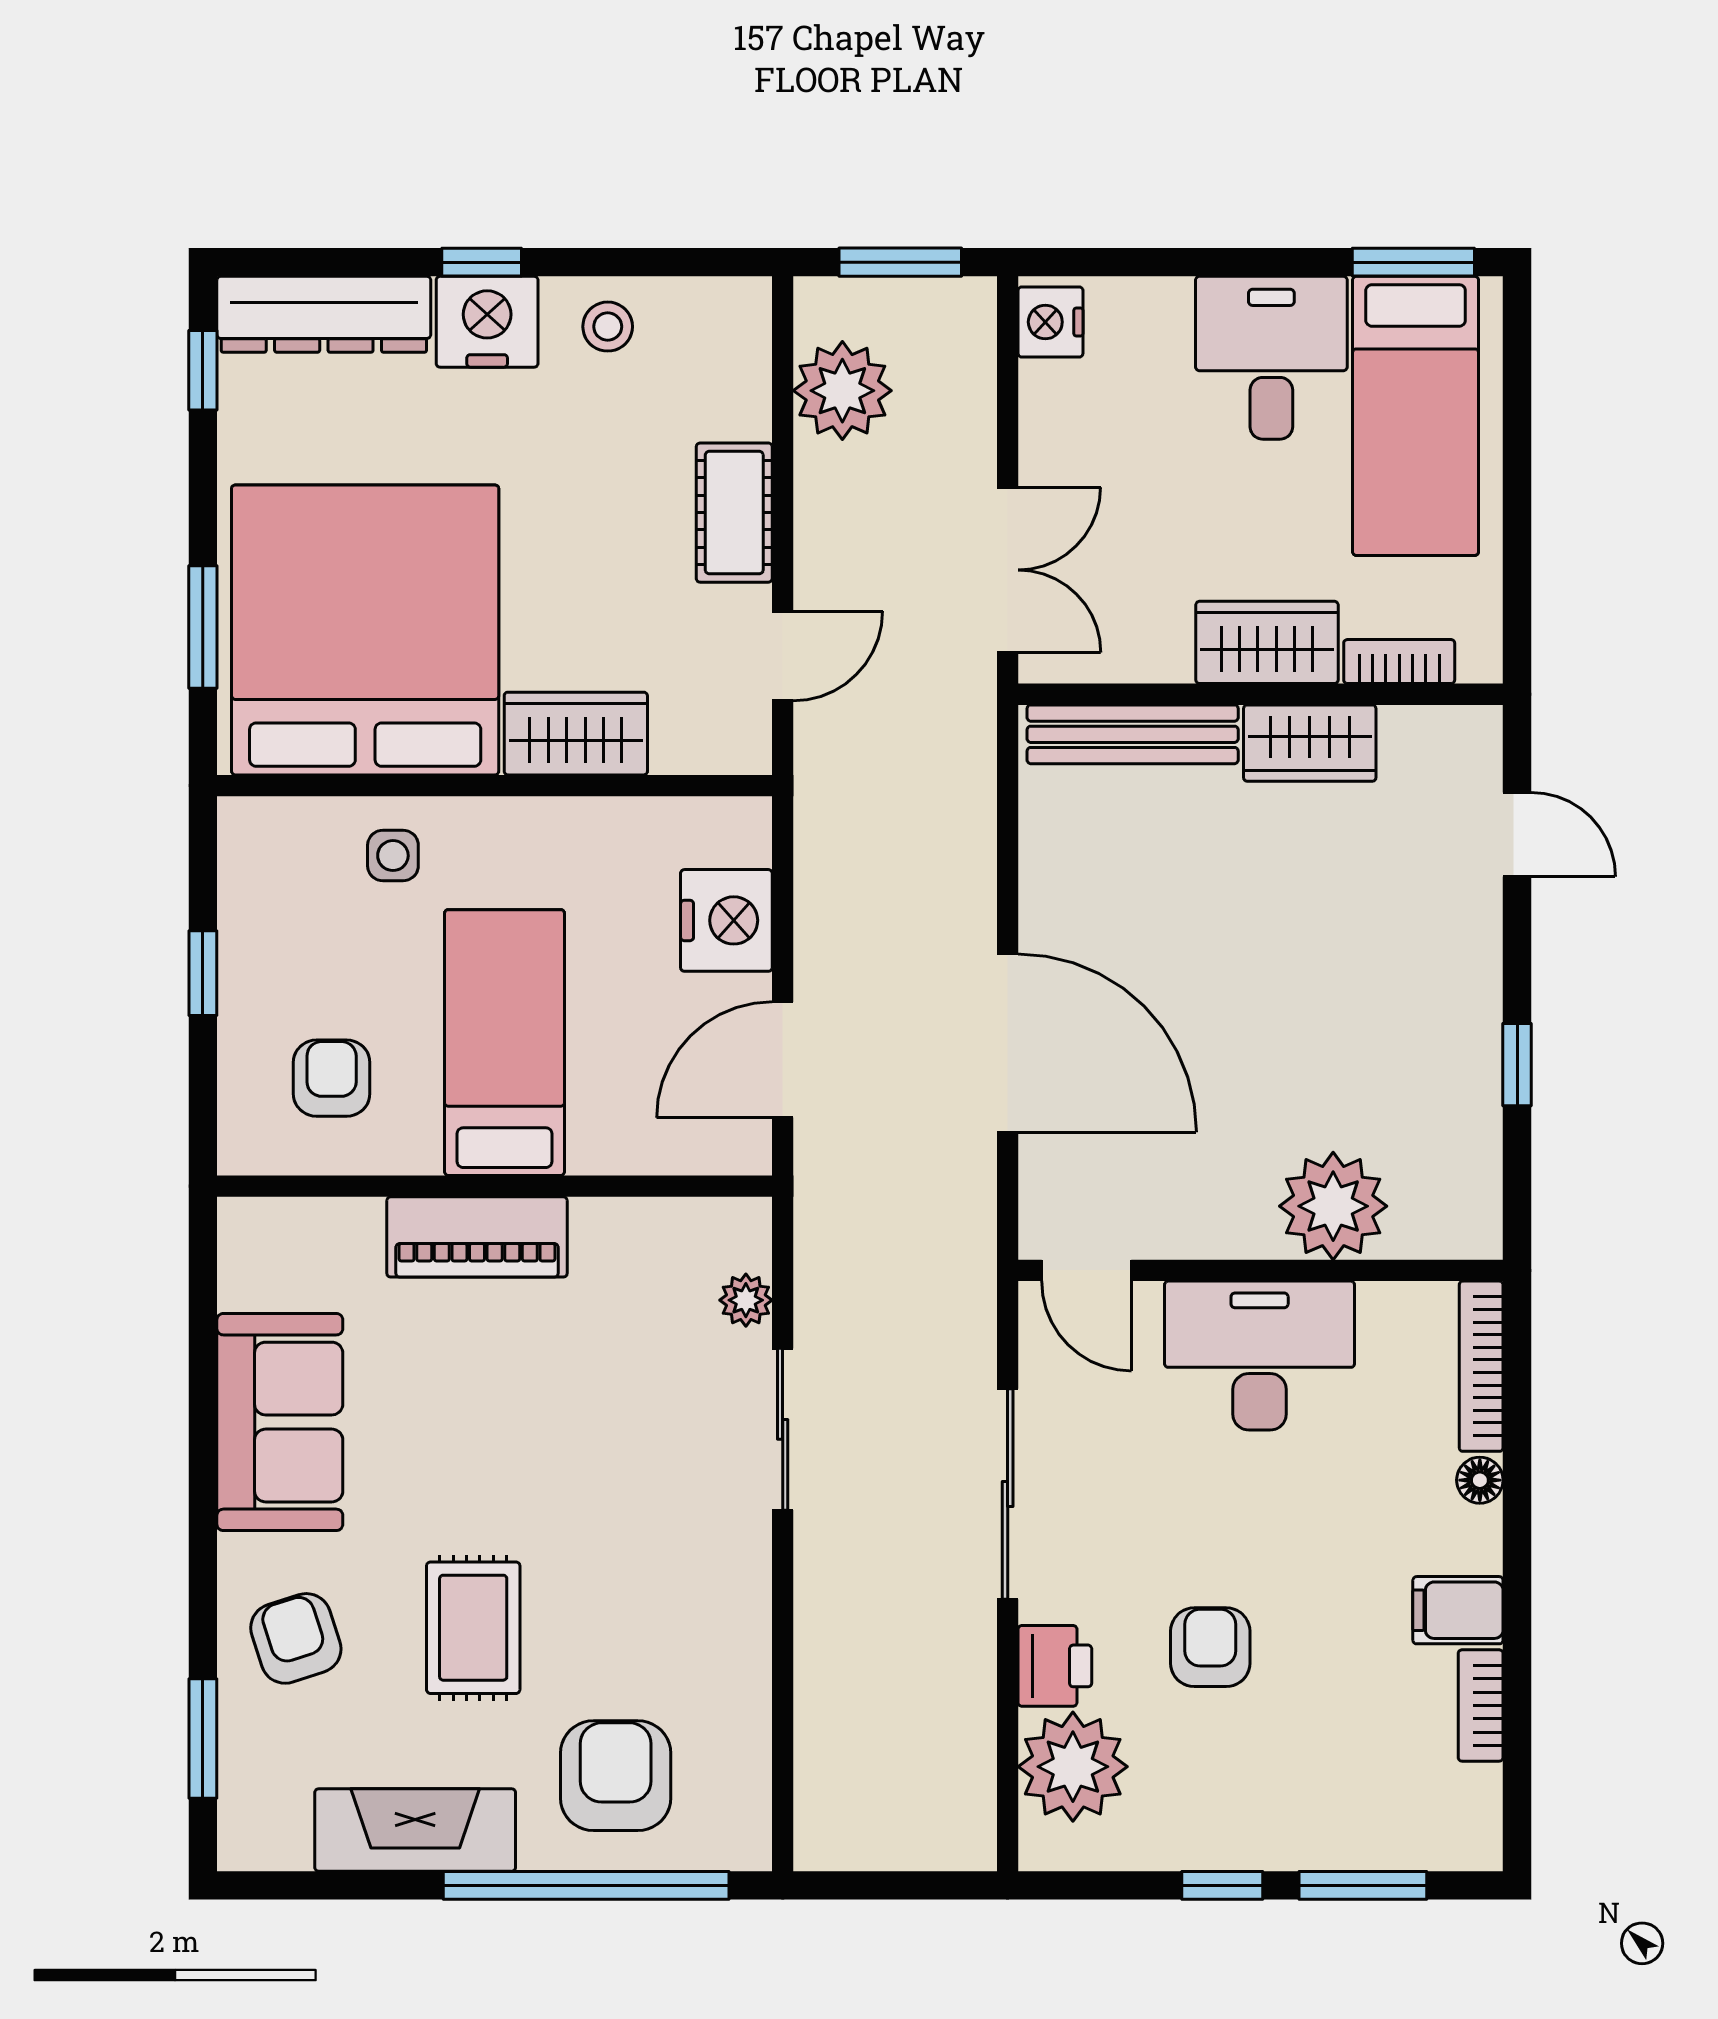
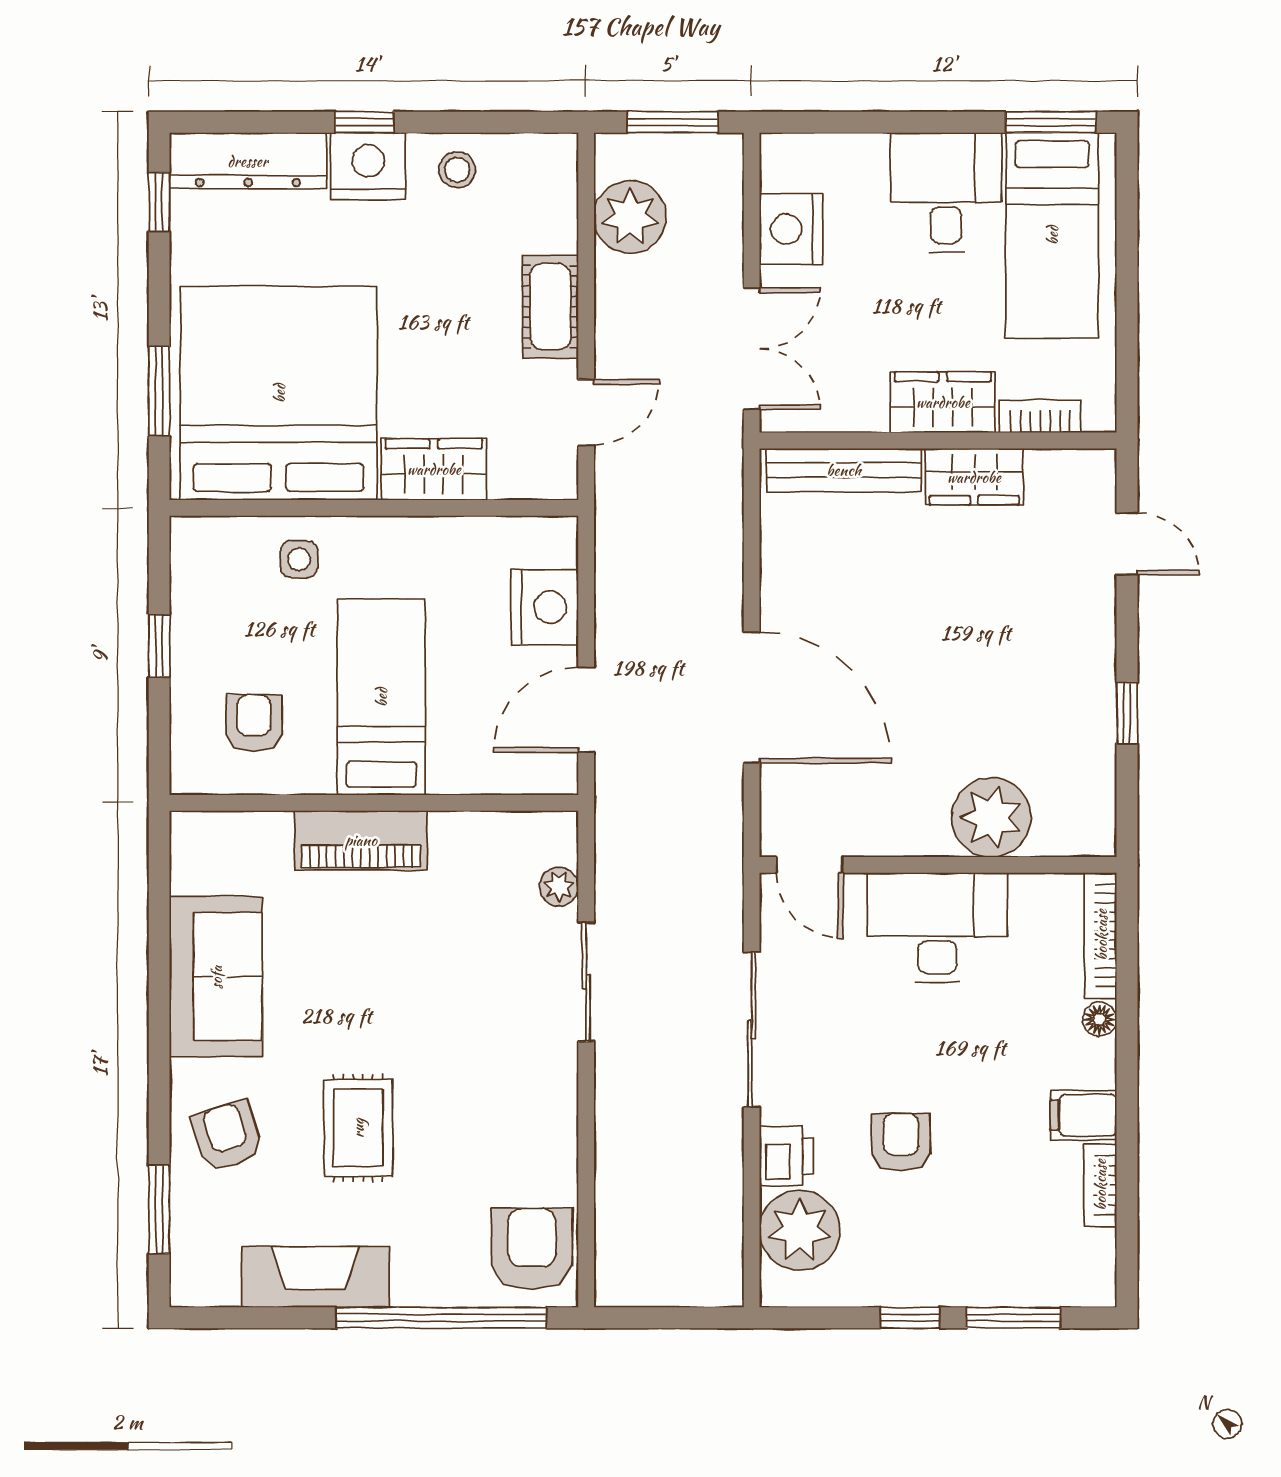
nightstand: (1050, 322) -> (791, 229), moved, width x1.36, depth x1.33
armchair: (616, 1776) -> (532, 1249), moved

